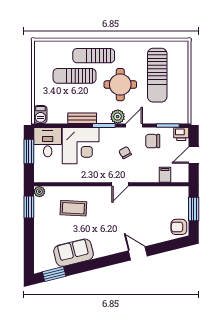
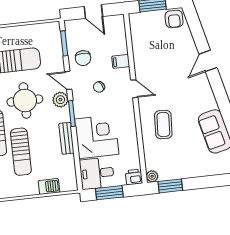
barbecue: (40, 114) -> (49, 186), moved
printer: (181, 134) -> (134, 177), moved, turned -90
filing cabinet: (165, 175) -> (121, 61), moved
coffee table: (73, 208) -> (163, 124), moved

